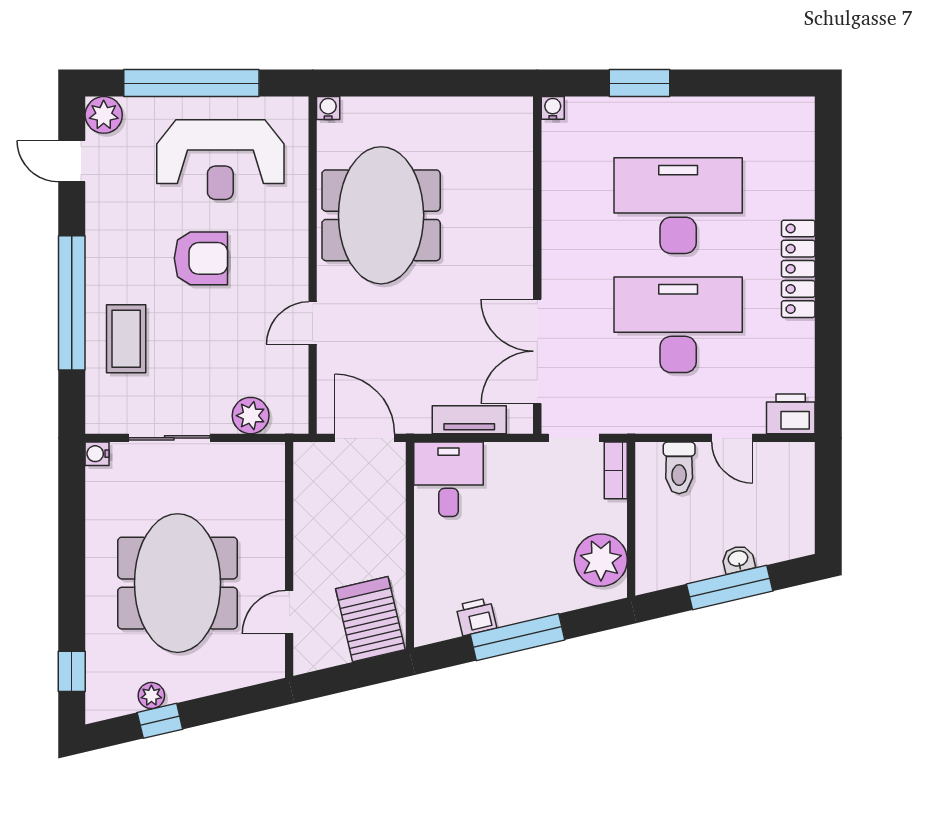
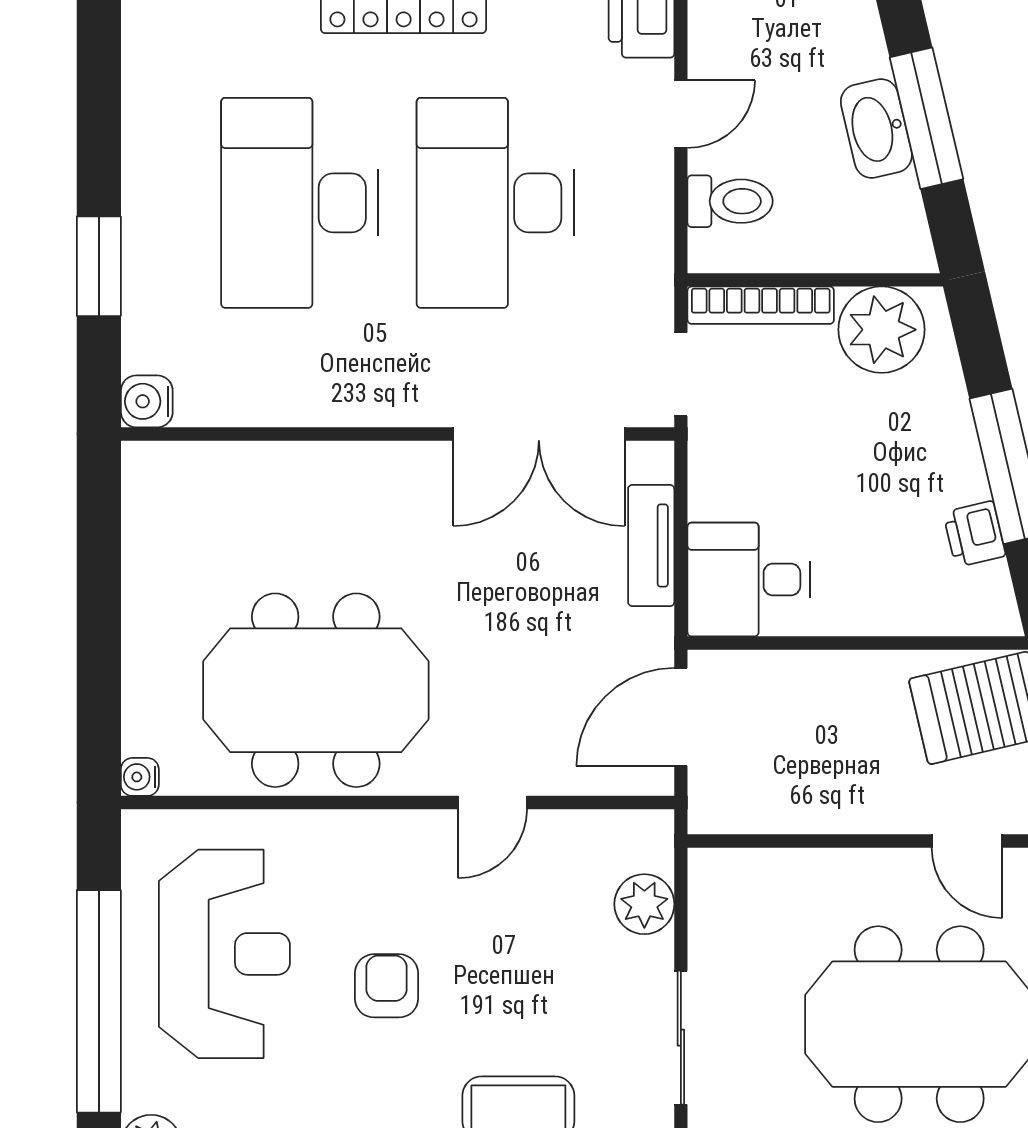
water cooler: (553, 108) -> (147, 401), width x1.38, depth x1.38
armchair: (201, 258) -> (387, 986), width x0.72, depth x0.72
door: (313, 323) -> (492, 803), hinge flipped
bookcase: (616, 470) -> (761, 305), width x1.56
washbasin: (738, 559) -> (876, 128), width x1.91, depth x1.45

